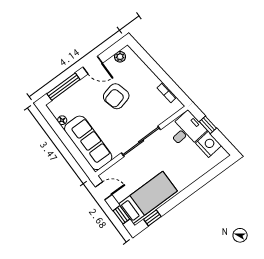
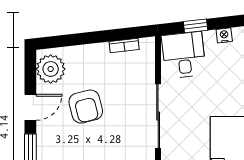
plant: (120, 57) -> (51, 69), width x1.88, depth x1.88
nightstand: (209, 144) -> (224, 35), width x0.53, depth x0.56

